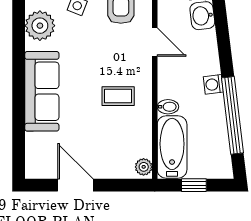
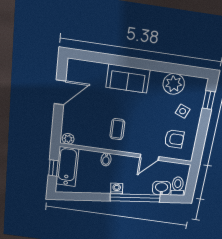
sofa: (42, 91) -> (128, 79), width x0.73
window: (232, 115) -> (135, 198), moved
bathtub: (172, 147) -> (67, 167), moved, turned -90

